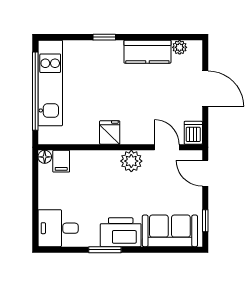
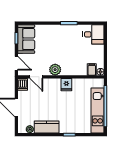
sofa: (170, 231) -> (26, 39), moved, turned -90
printer: (121, 232) -> (61, 32), removed

